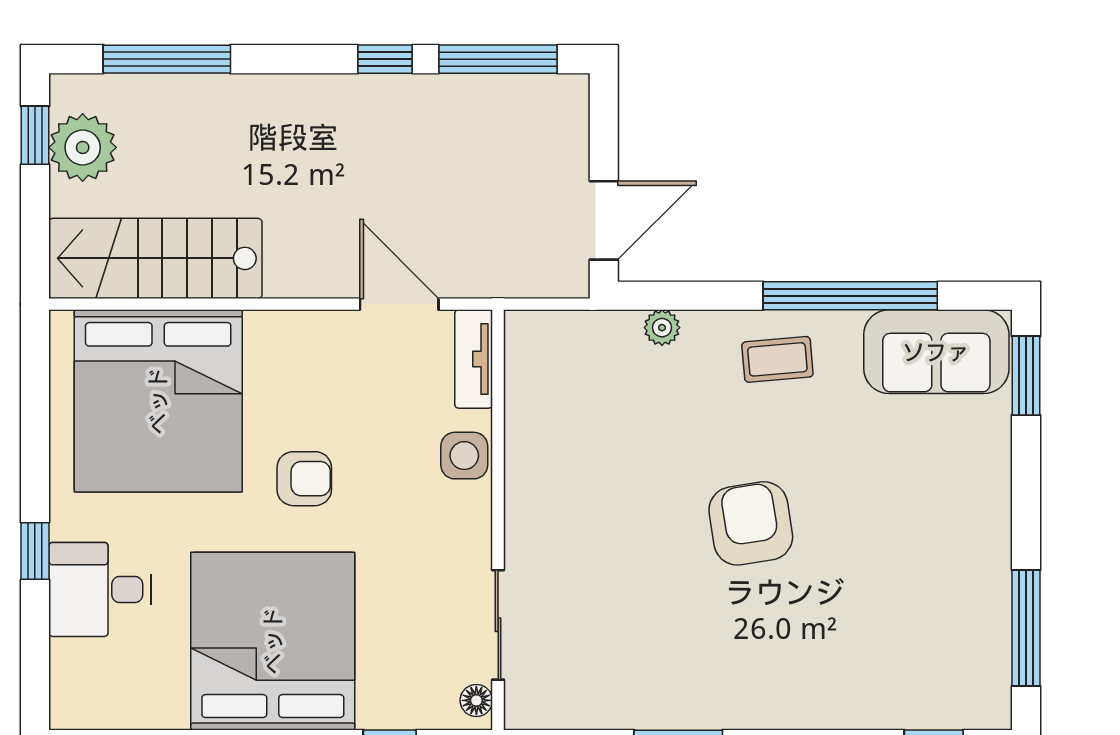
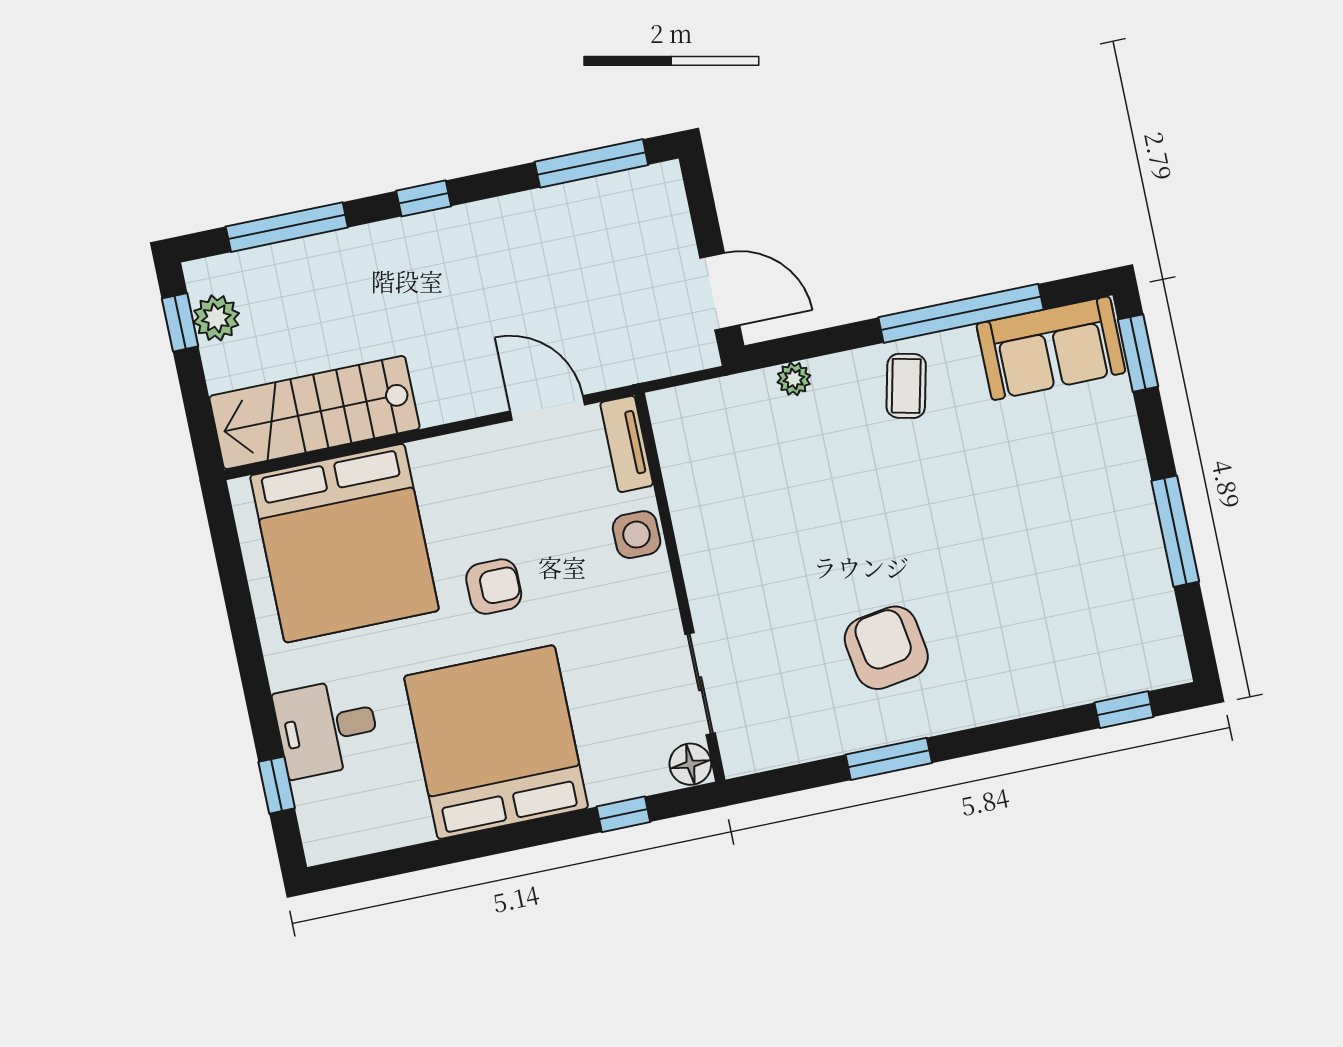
window: (385, 59) -> (424, 198), moved
plant: (83, 147) -> (216, 318), width x0.73, depth x0.73
door: (604, 220) -> (720, 291), hinge flipped
coffee table: (777, 359) -> (906, 386), turned -72
armchair: (751, 523) -> (886, 648), moved
window: (35, 551) -> (277, 785), moved
window: (1026, 628) -> (1175, 531), moved
floor lamp: (476, 700) -> (690, 764), width x1.37, depth x1.37

